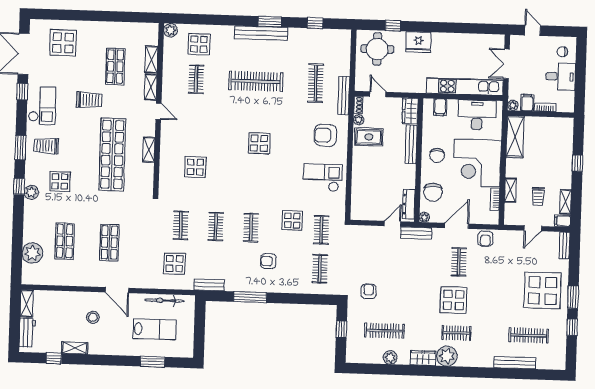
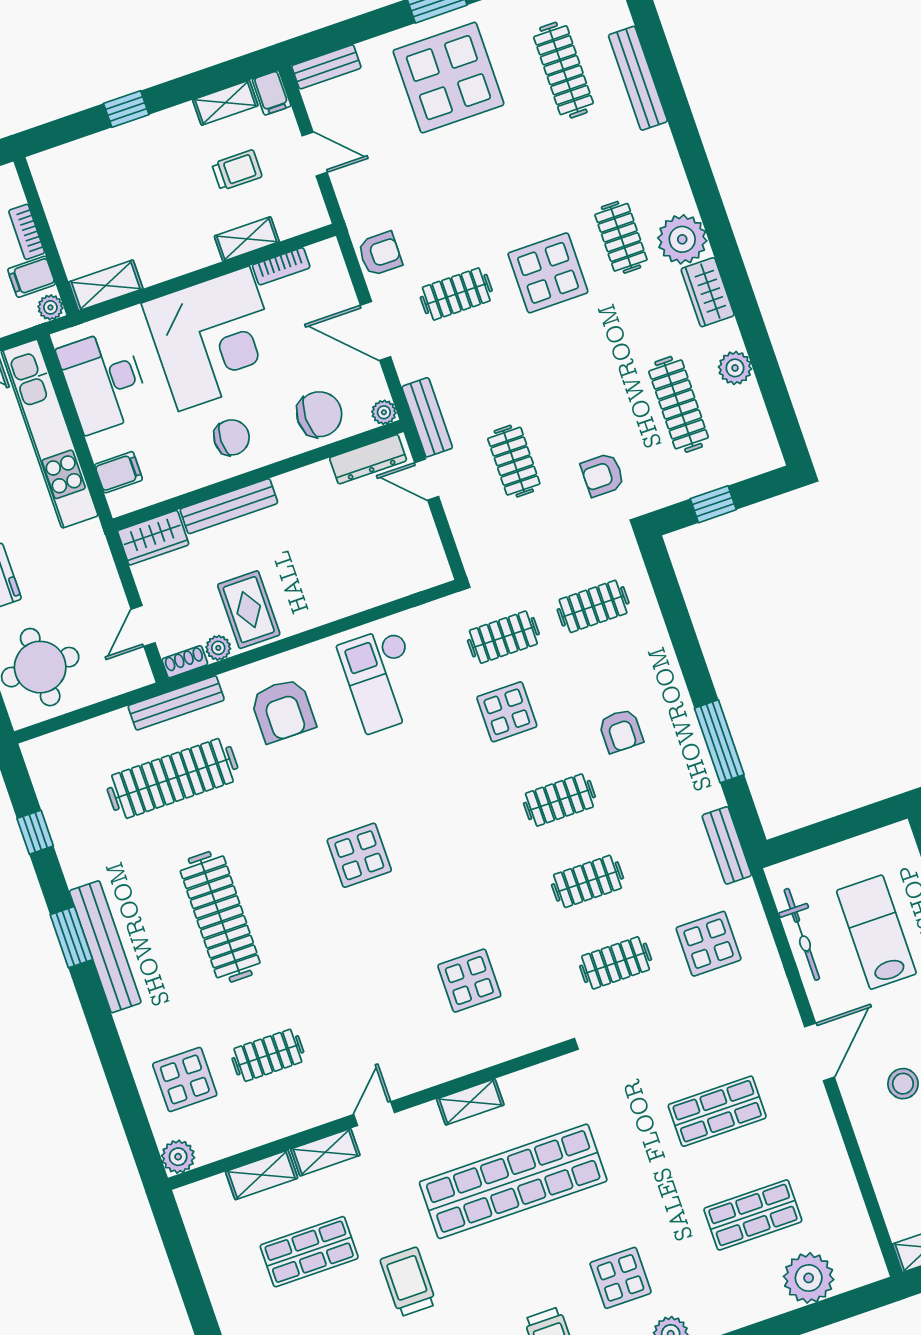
clothes rail: (316, 83) -> (173, 778), width x1.37, depth x1.31
shelving: (515, 137) -> (106, 285), width x0.67, depth x0.75
clothes rail: (387, 260) -> (514, 461), added

